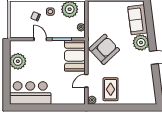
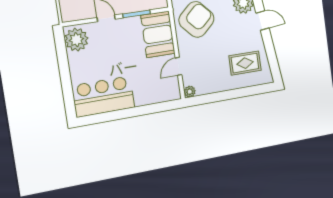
plant: (18, 61) -> (76, 40), moved
rug: (111, 89) -> (245, 63), moved, turned 90

